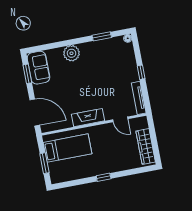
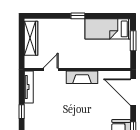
door: (120, 119) -> (51, 70), hinge flipped
bed: (68, 148) -> (108, 29), moved

